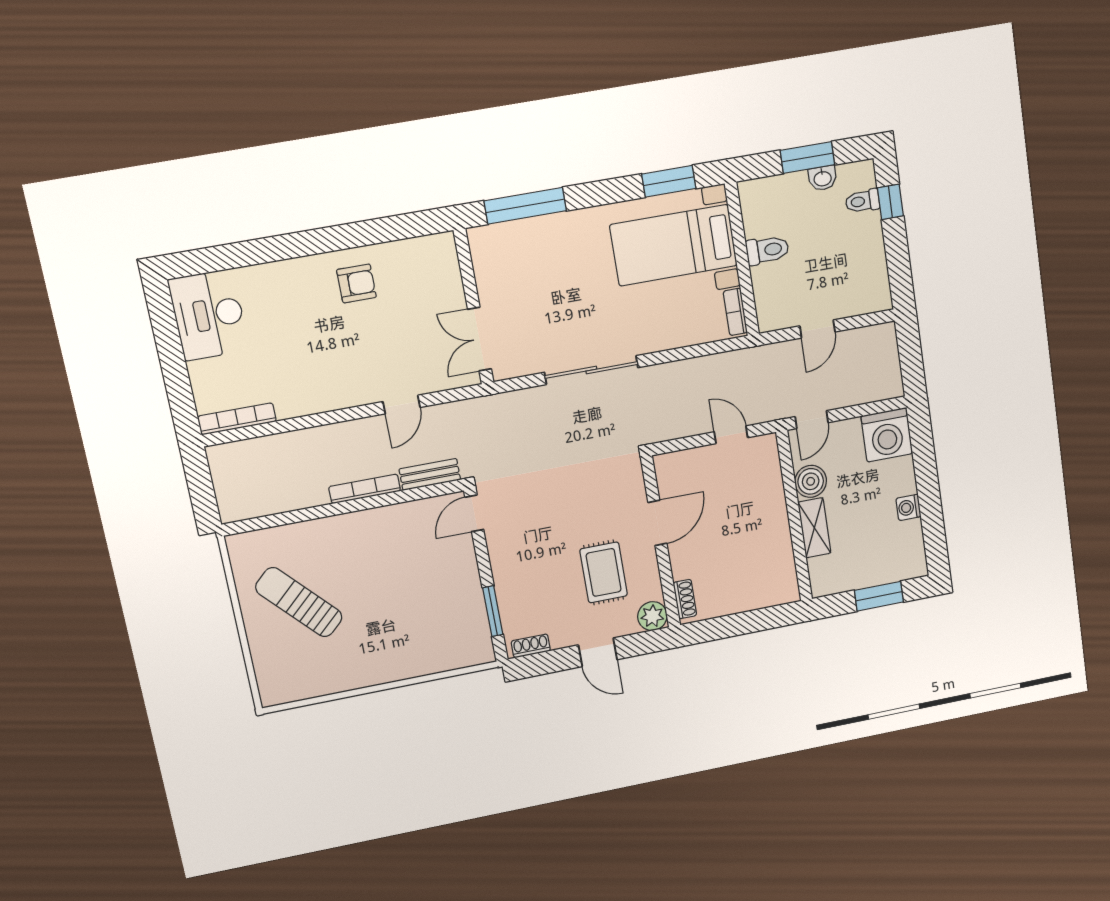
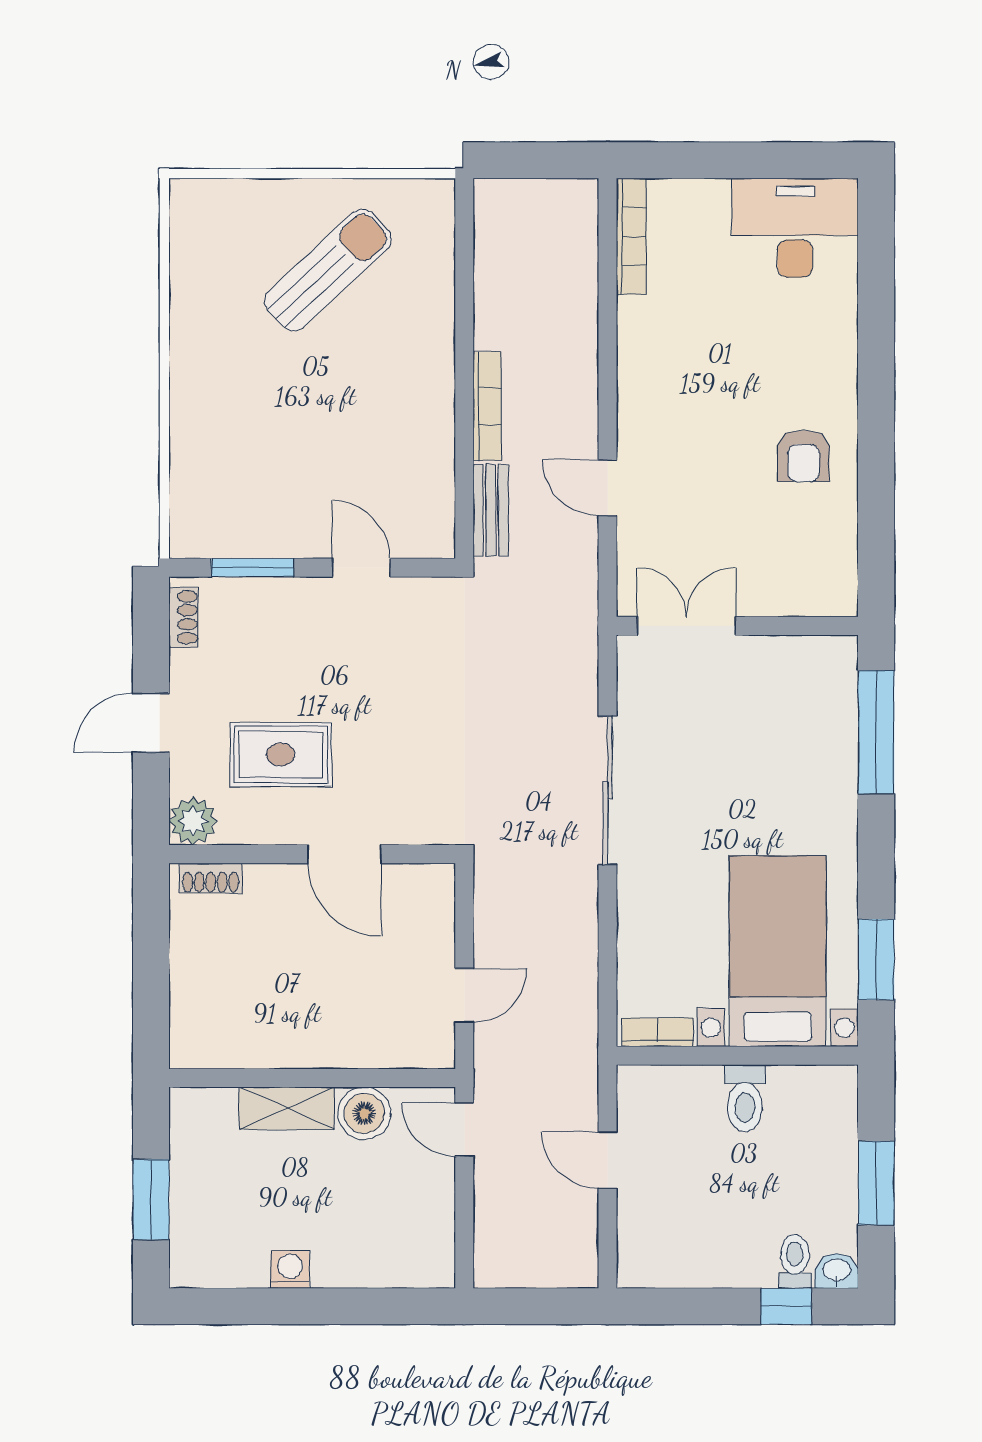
washbasin: (823, 178) -> (837, 1271), moved, turned 90
washing machine: (887, 435) -> (417, 1250), removed
door: (474, 513) -> (361, 568), moved

